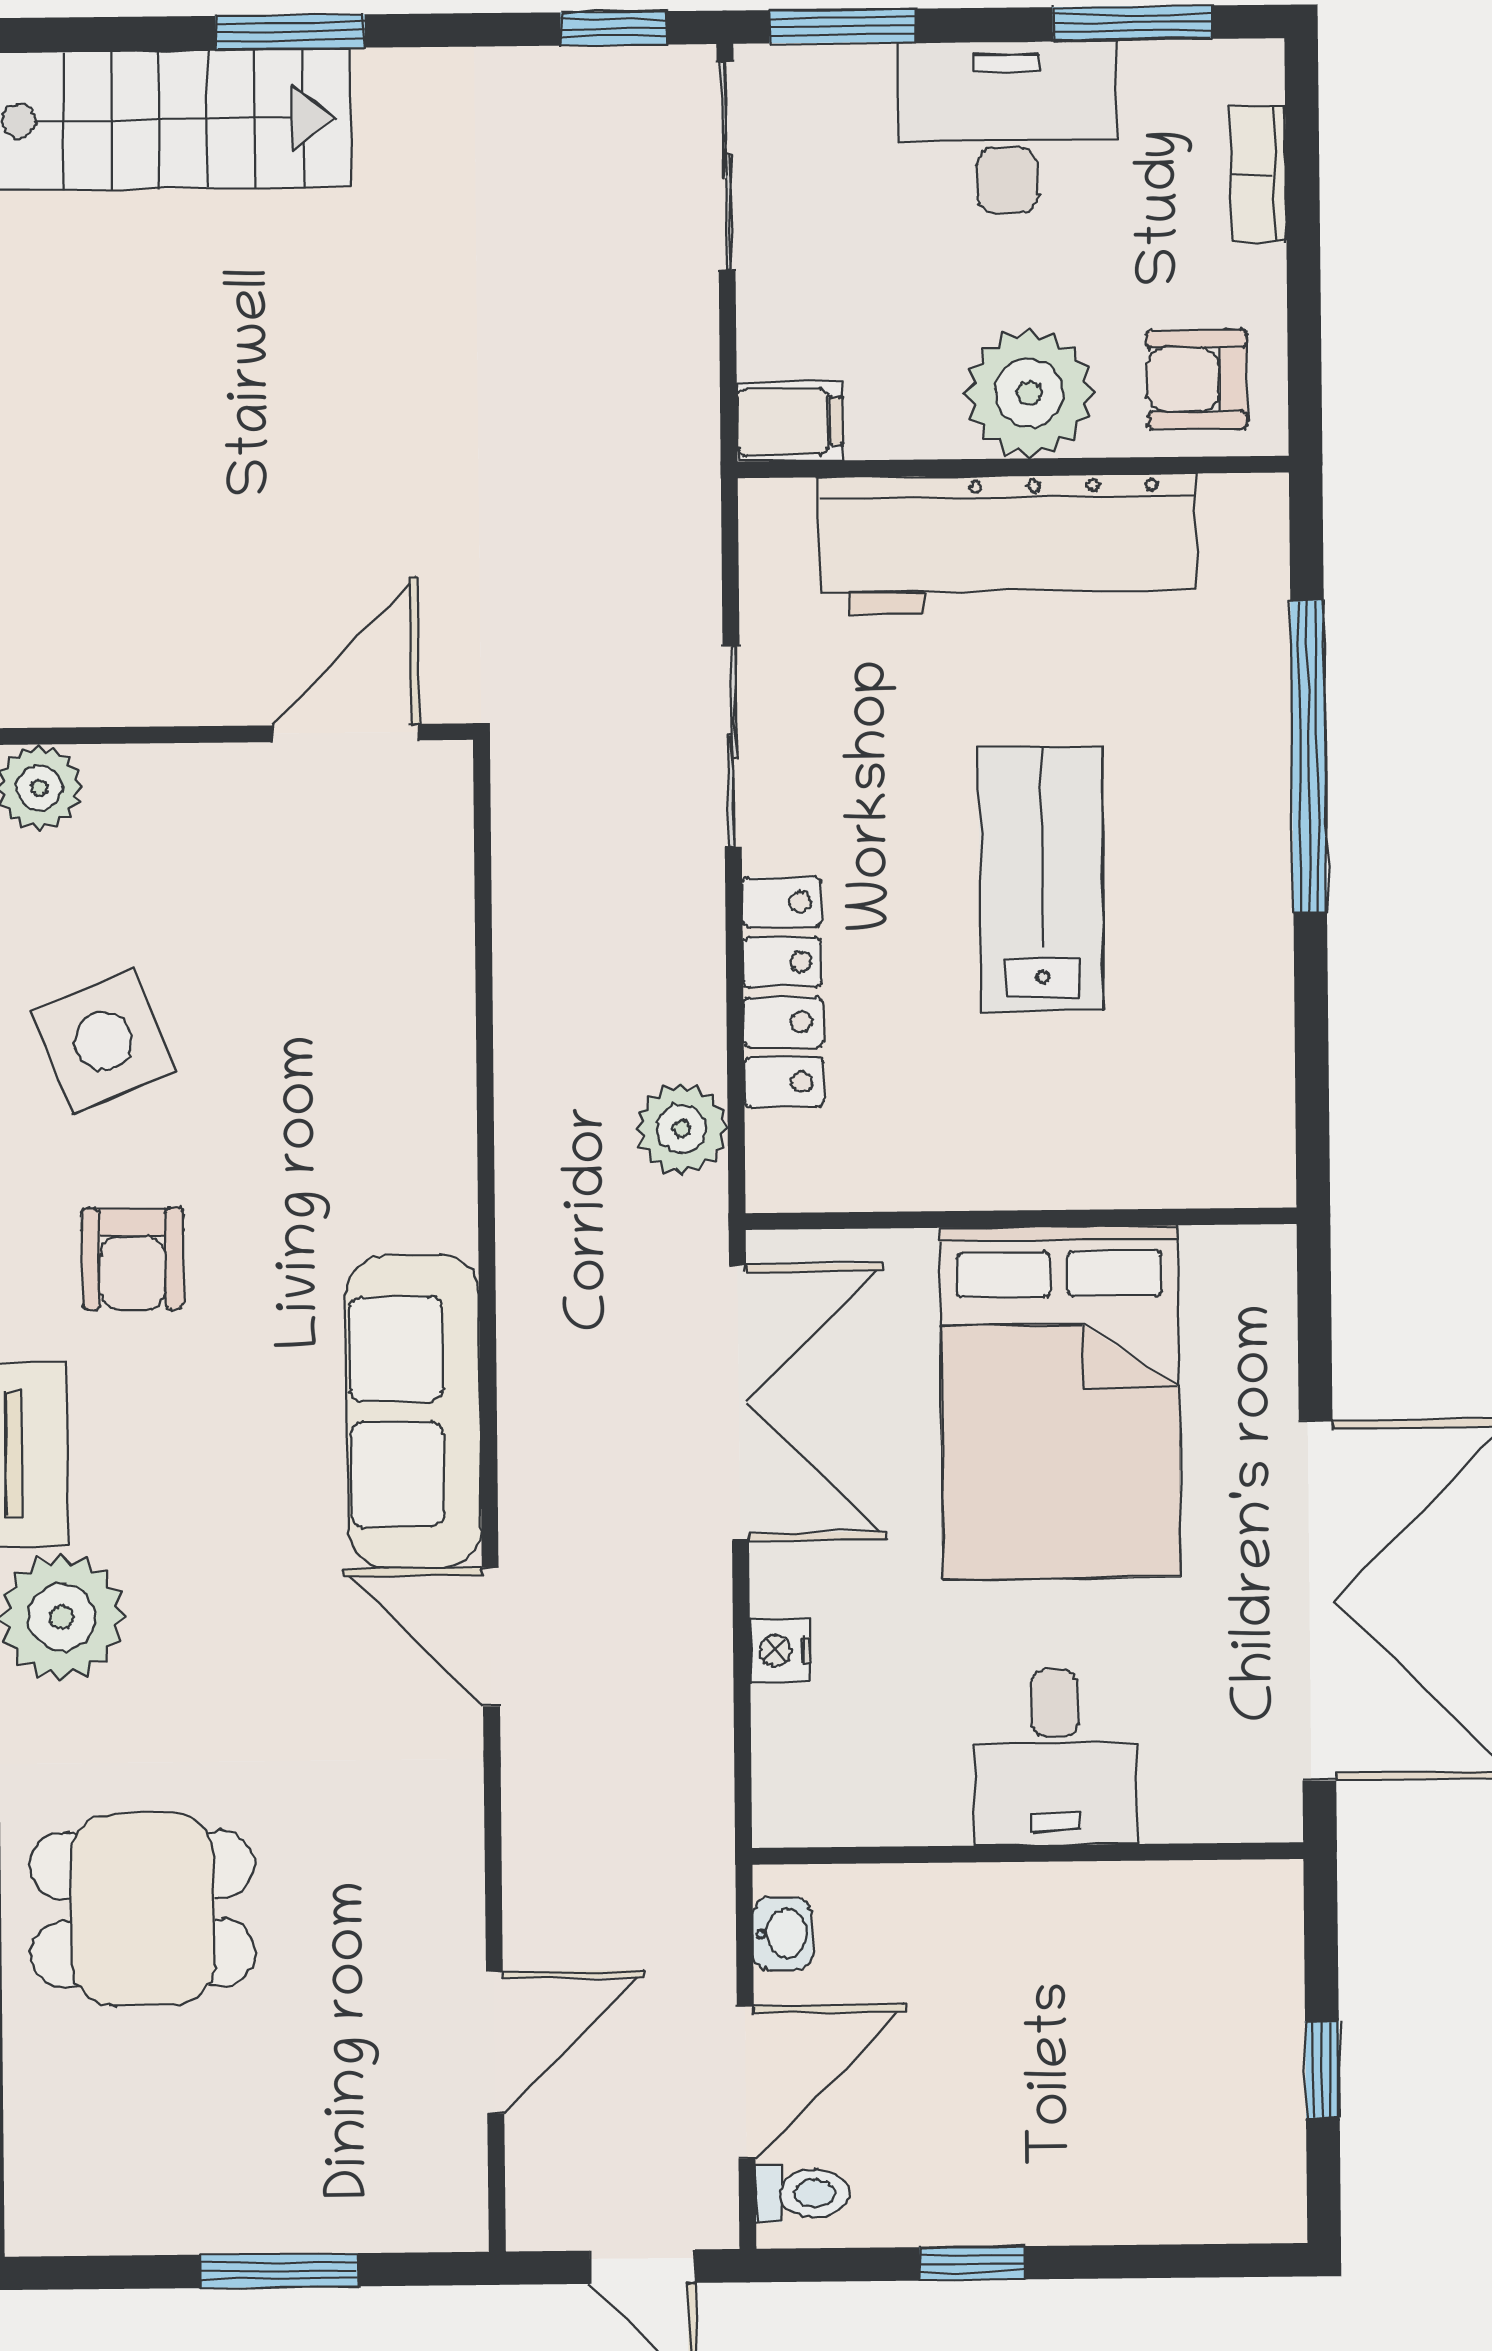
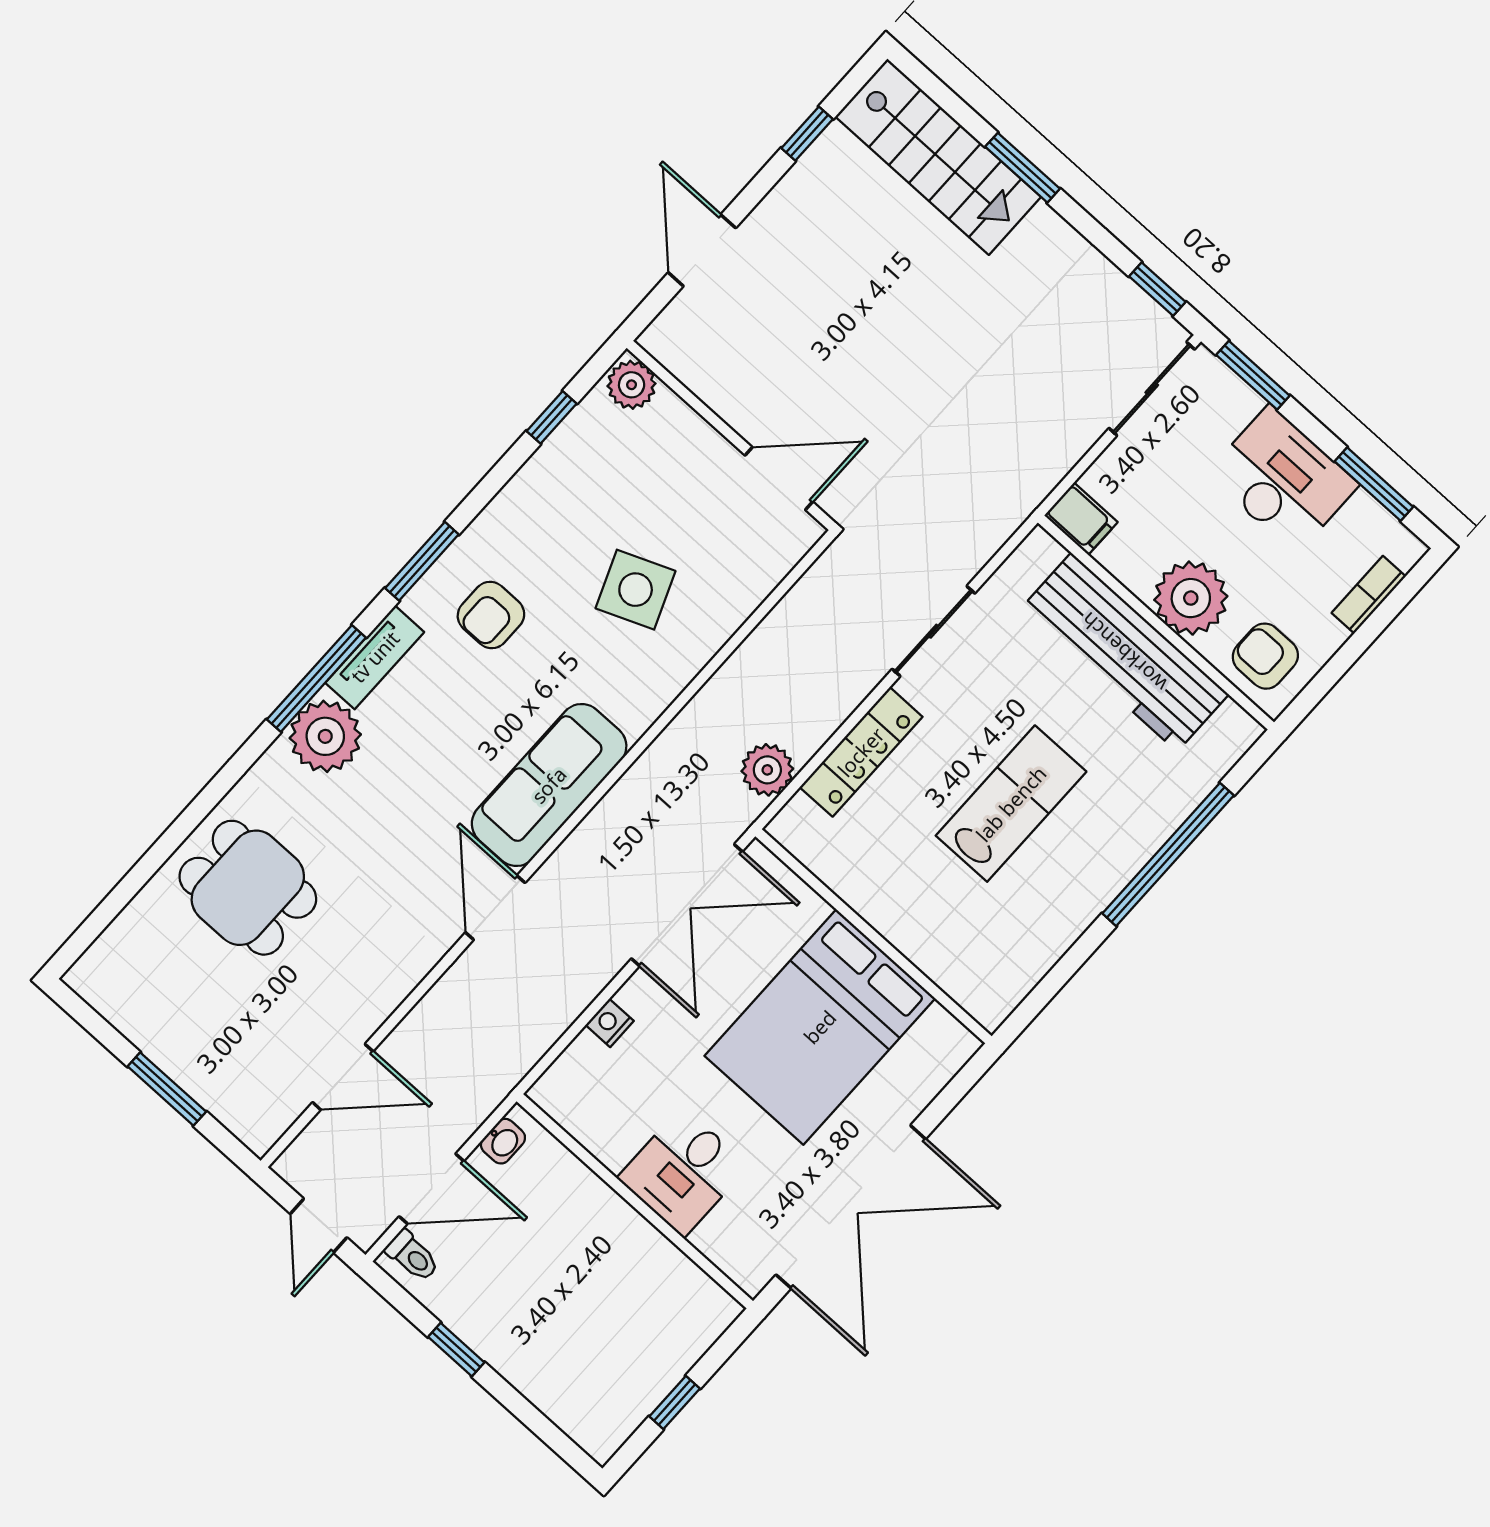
side table: (103, 1041) -> (636, 590), moved

